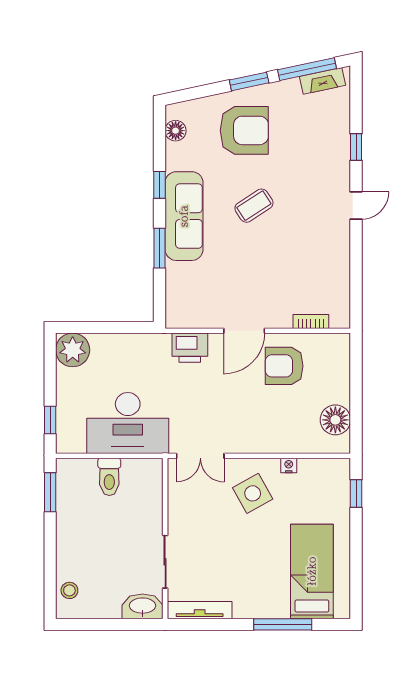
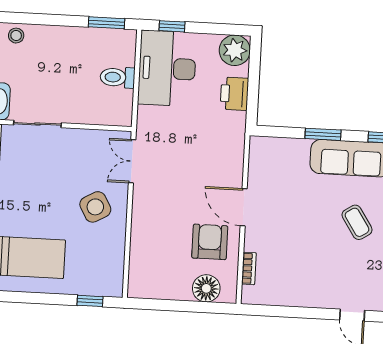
printer: (190, 348) -> (234, 94), moved
floor lamp: (335, 420) -> (206, 288), moved
desk: (128, 423) -> (167, 68), moved
nightstand: (289, 465) -> (119, 241), removed

